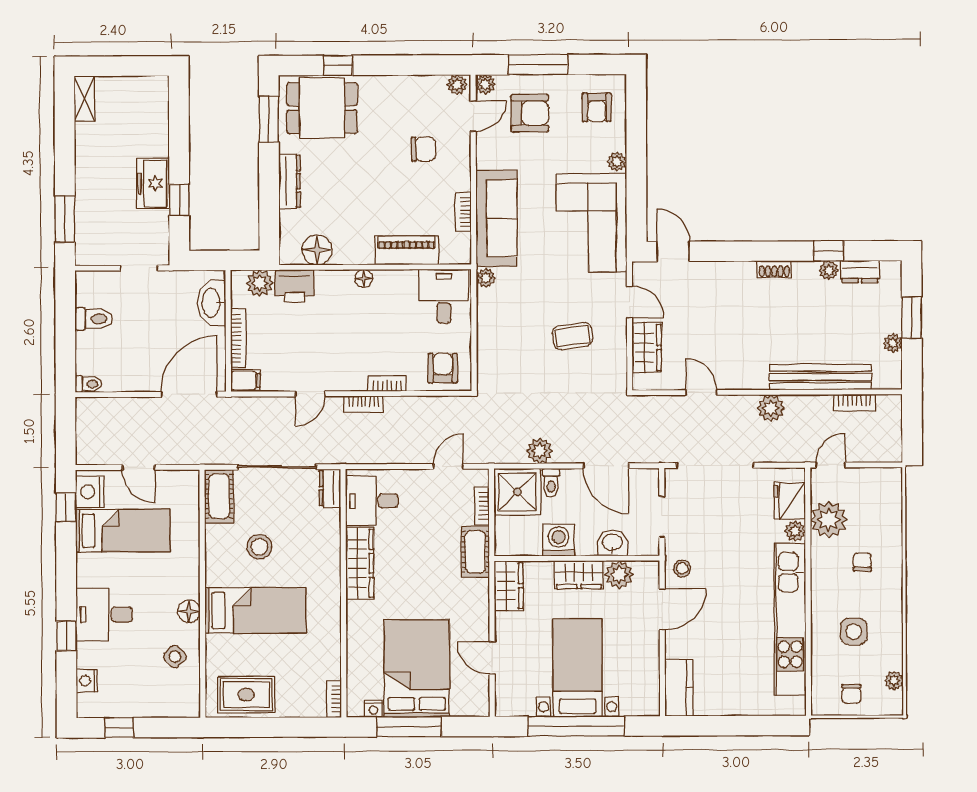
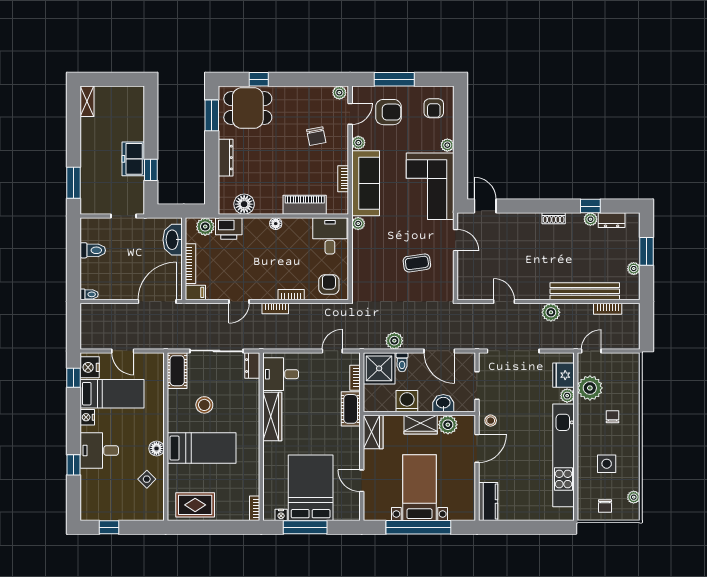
plant: (485, 84) -> (358, 143), moved
chair: (423, 149) -> (316, 136), turned 79
wardrobe: (647, 348) -> (467, 271), removed
nightstand: (87, 681) -> (87, 417), moved

